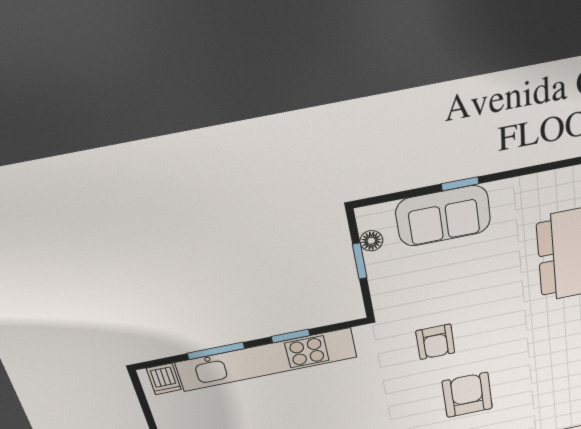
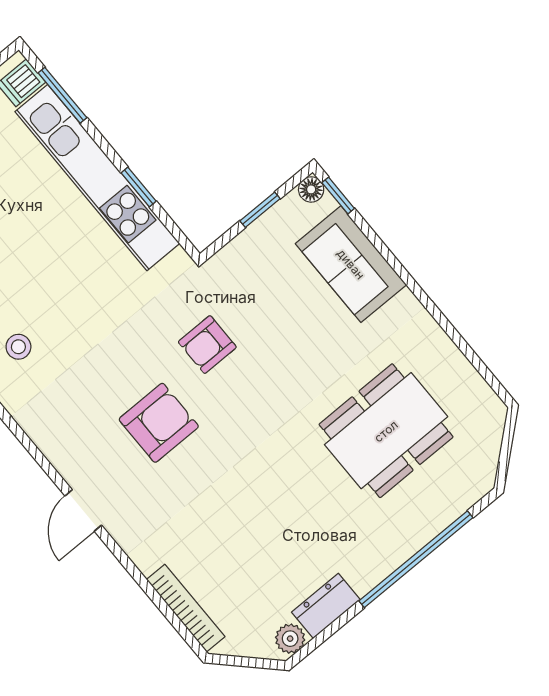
window: (460, 184) -> (338, 195), moved
floor lamp: (371, 241) -> (311, 189), moved
window: (216, 351) -> (62, 95), moved

